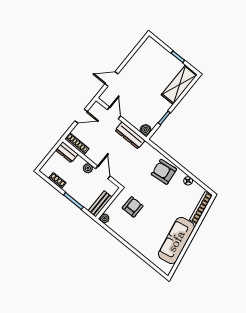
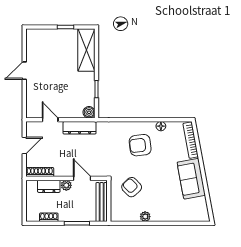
door: (111, 79) -> (24, 71), moved
dresser: (67, 152) -> (49, 186), moved
armchair: (164, 172) -> (140, 145), moved
bench: (100, 204) -> (102, 202), width x1.36
armchair: (133, 207) -> (132, 187), turned -44
plant: (104, 218) -> (145, 217), moved
sofa: (176, 241) -> (191, 179), width x0.73

